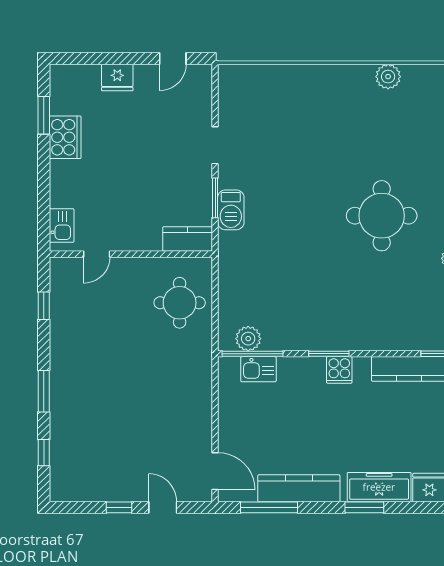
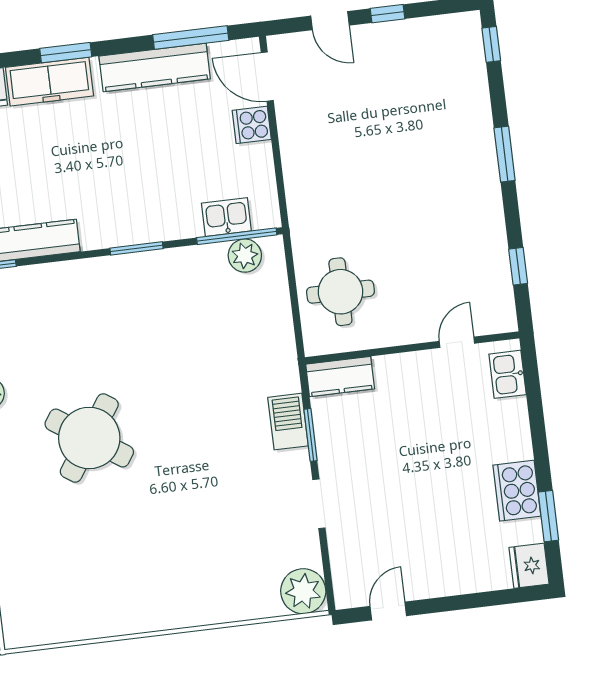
fridge: (117, 77) -> (529, 566), moved, turned -90
plant: (388, 77) -> (303, 591), moved, width x1.36, depth x1.36
round table: (382, 216) -> (89, 438), turned 34
cooker: (339, 370) -> (252, 125), moved, turned -90
window: (44, 453) -> (491, 44), moved

